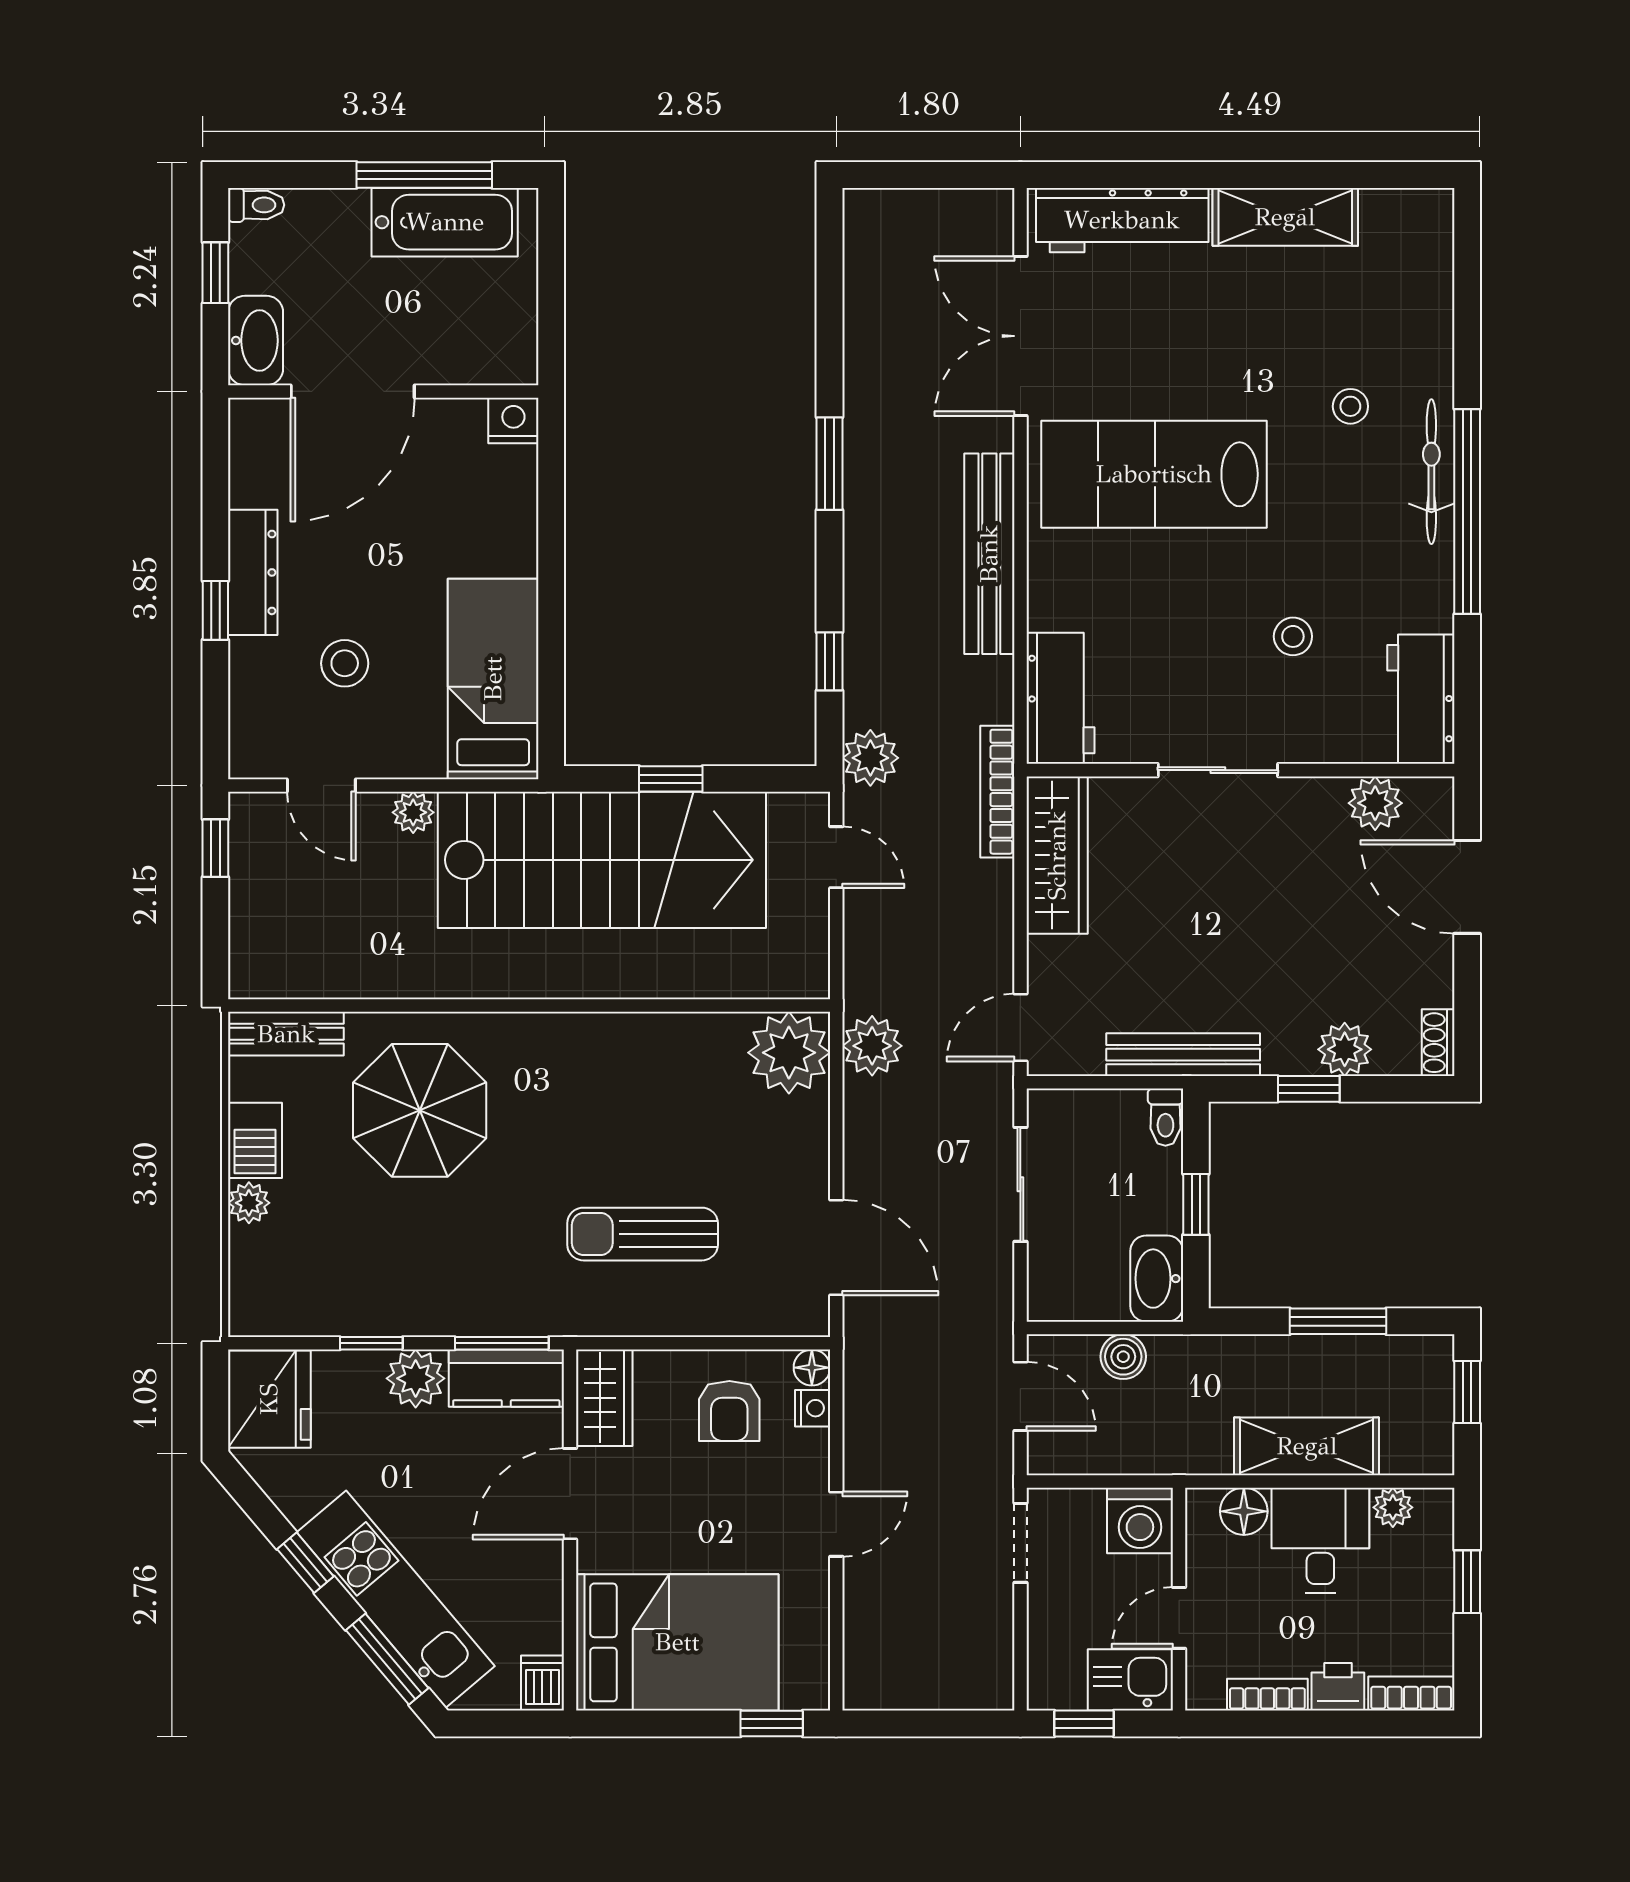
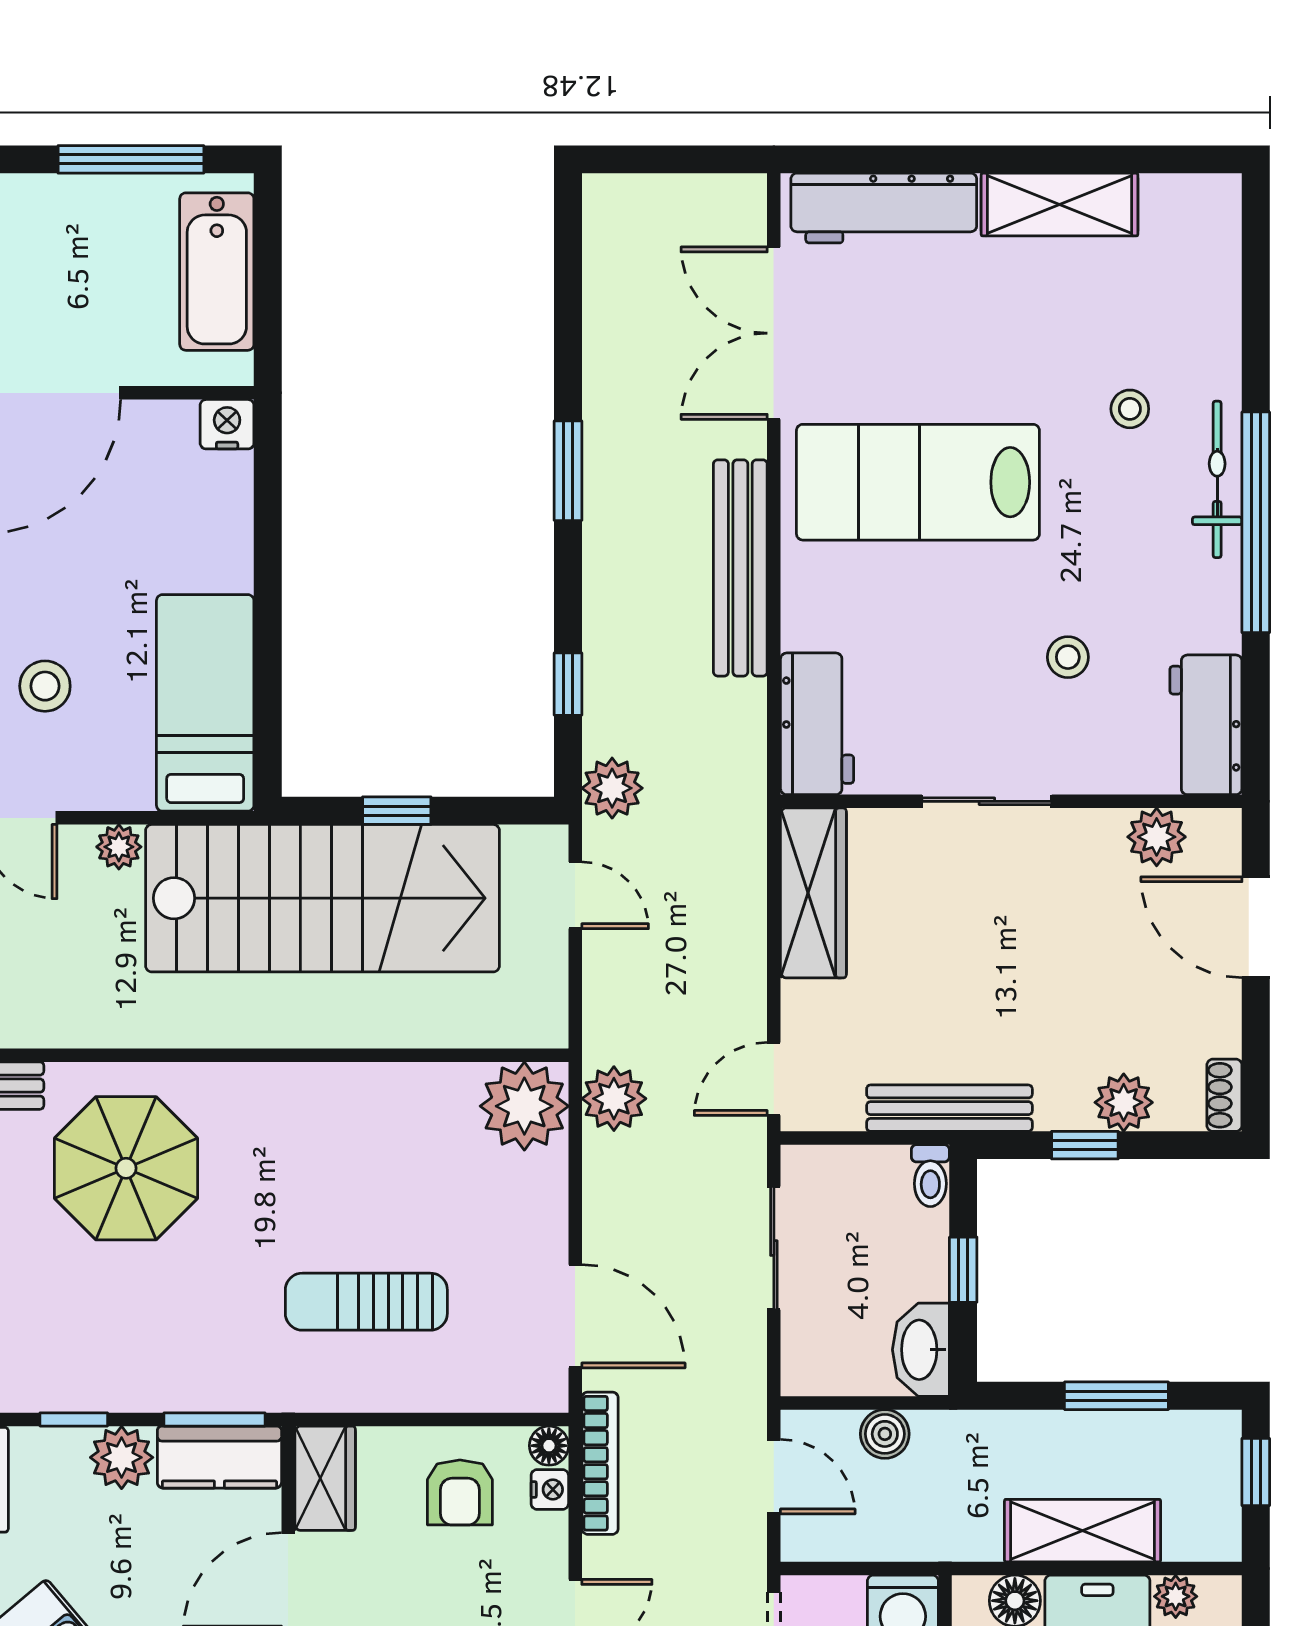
bathtub: (445, 222) -> (217, 272), moved, turned 90
bookcase: (997, 792) -> (600, 1463), moved, turned 180

